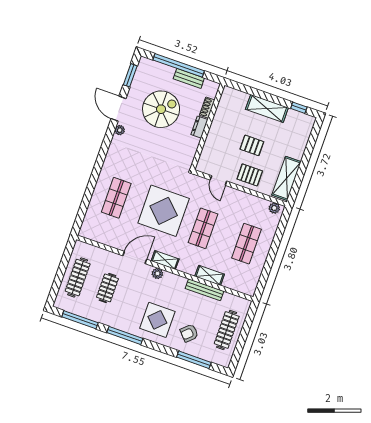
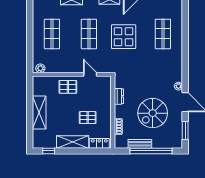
locker: (236, 96) -> (99, 143), added
dresser: (199, 127) -> (119, 96), moved
pallet: (252, 145) -> (88, 118), moved
shelving: (286, 178) -> (39, 112), moved
display table: (164, 211) -> (124, 37), width x0.73, depth x0.73

